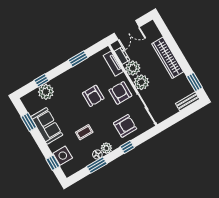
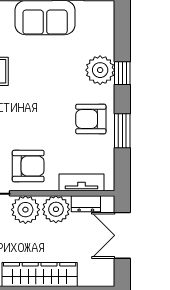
window: (41, 80) -> (122, 73), moved
plant: (46, 92) -> (100, 70), moved
armchair: (93, 96) -> (91, 119), moved

